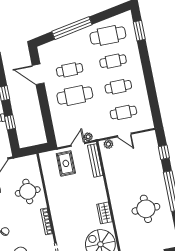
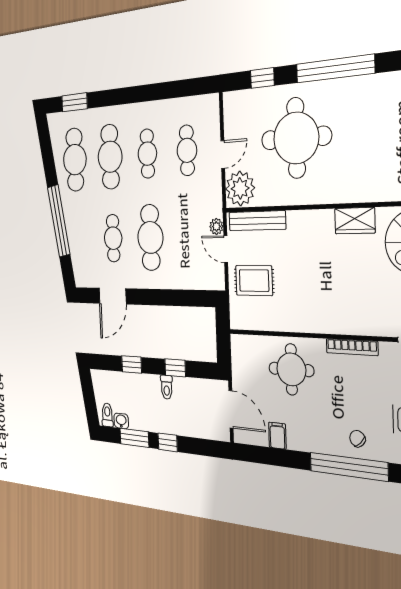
cafe table: (113, 61) -> (110, 157), width x1.37, depth x1.35
plant: (108, 144) -> (240, 188), width x1.87, depth x1.87
round table: (146, 209) -> (296, 138), moved, width x1.36, depth x1.36

